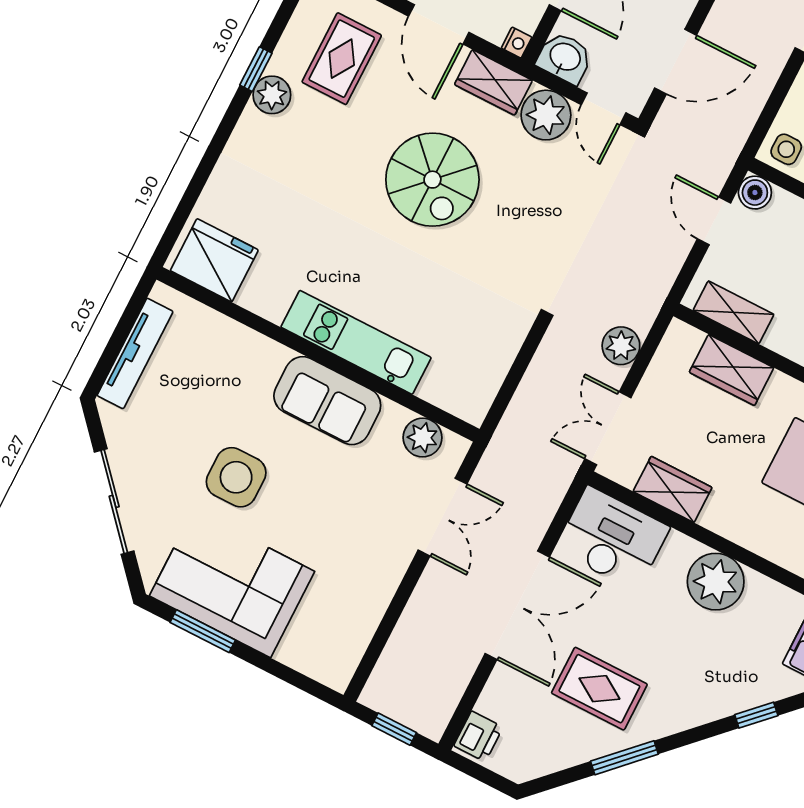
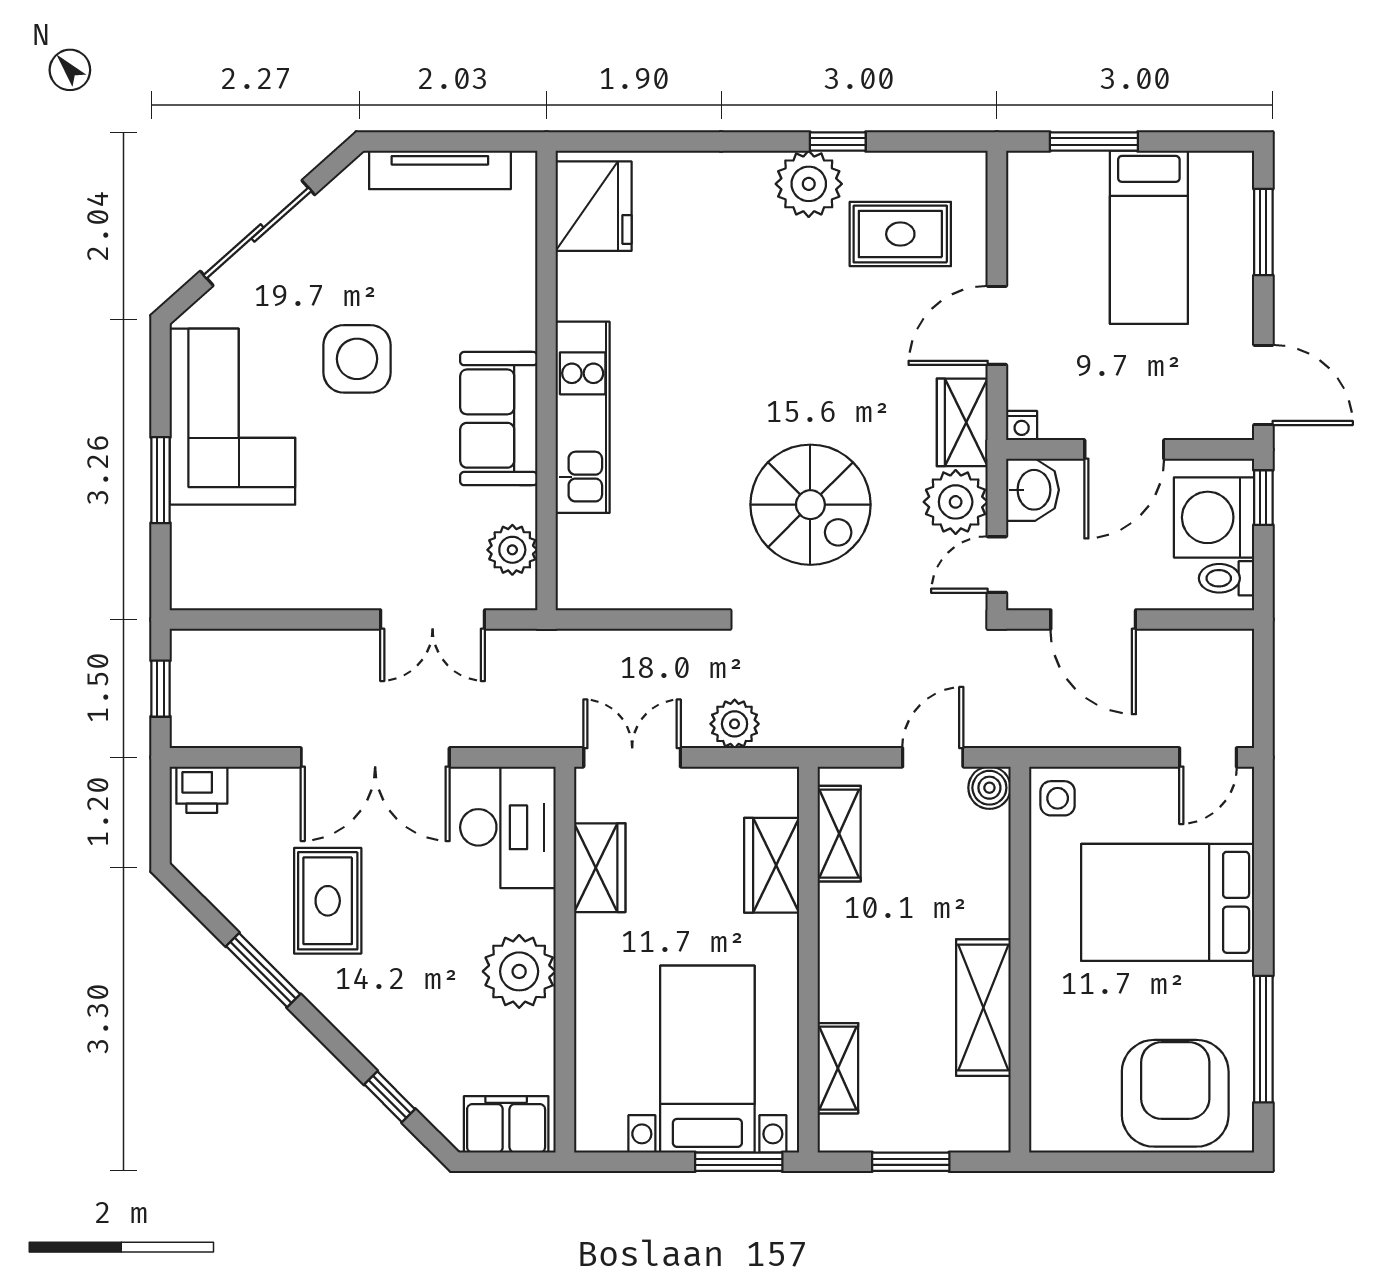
plant: (272, 95) -> (809, 184), width x1.36, depth x1.36
spiral stairs: (432, 180) -> (810, 505), moved, turned -90
window: (203, 631) -> (160, 480), moved

